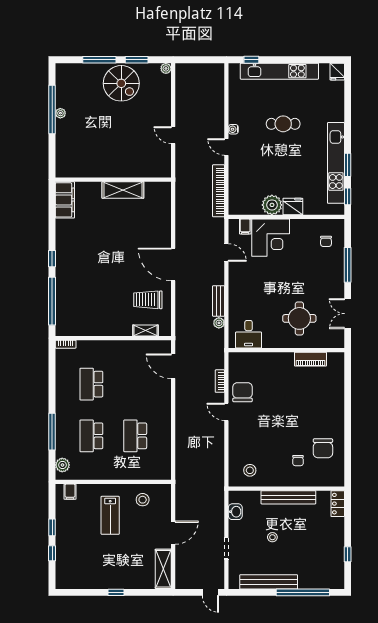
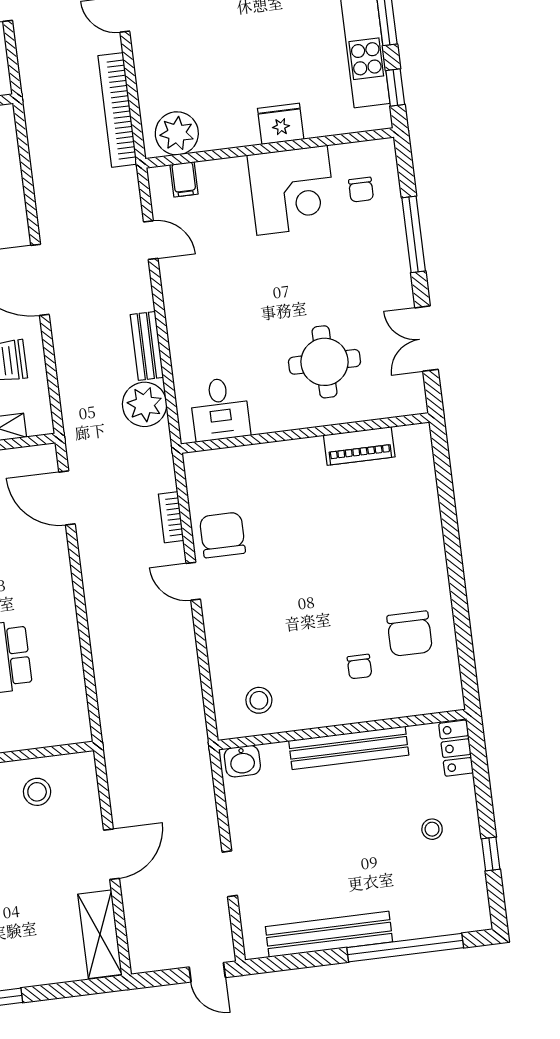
plant: (272, 205) -> (177, 133), moved
corner desk: (271, 238) -> (292, 190), moved
plant: (219, 323) -> (145, 404), width x1.88, depth x1.88
washbasin: (235, 512) -> (242, 761), moved, turned 90
stool: (272, 537) -> (432, 829), moved

